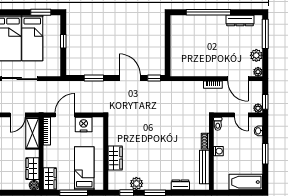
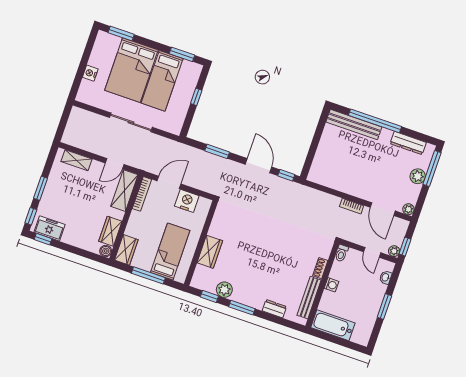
bench: (193, 21) -> (354, 124), added
plant: (256, 55) -> (418, 176), moved
bathtub: (246, 182) -> (333, 325), moved

